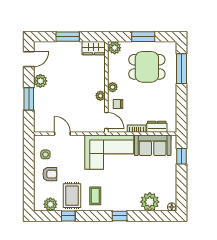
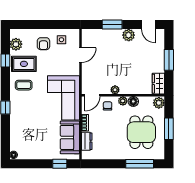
floor lamp: (113, 76) -> (133, 101), added
plant: (150, 202) -> (18, 135), removed

